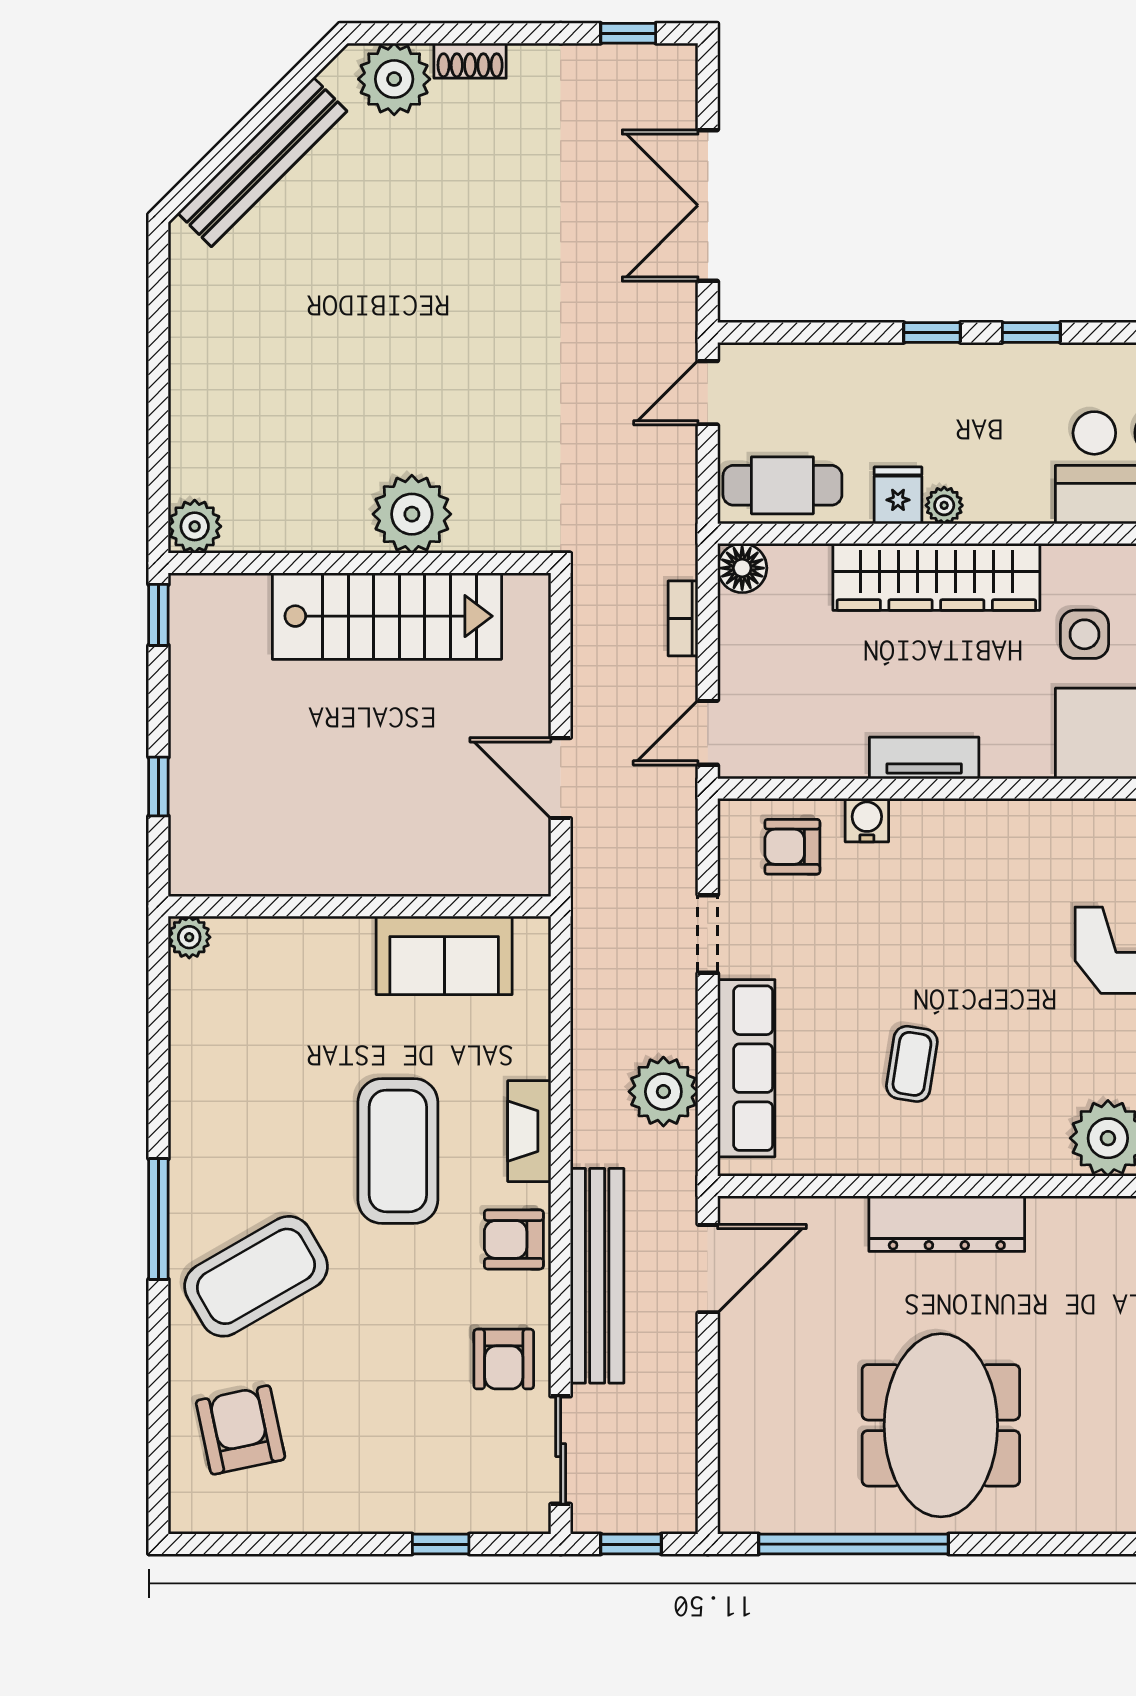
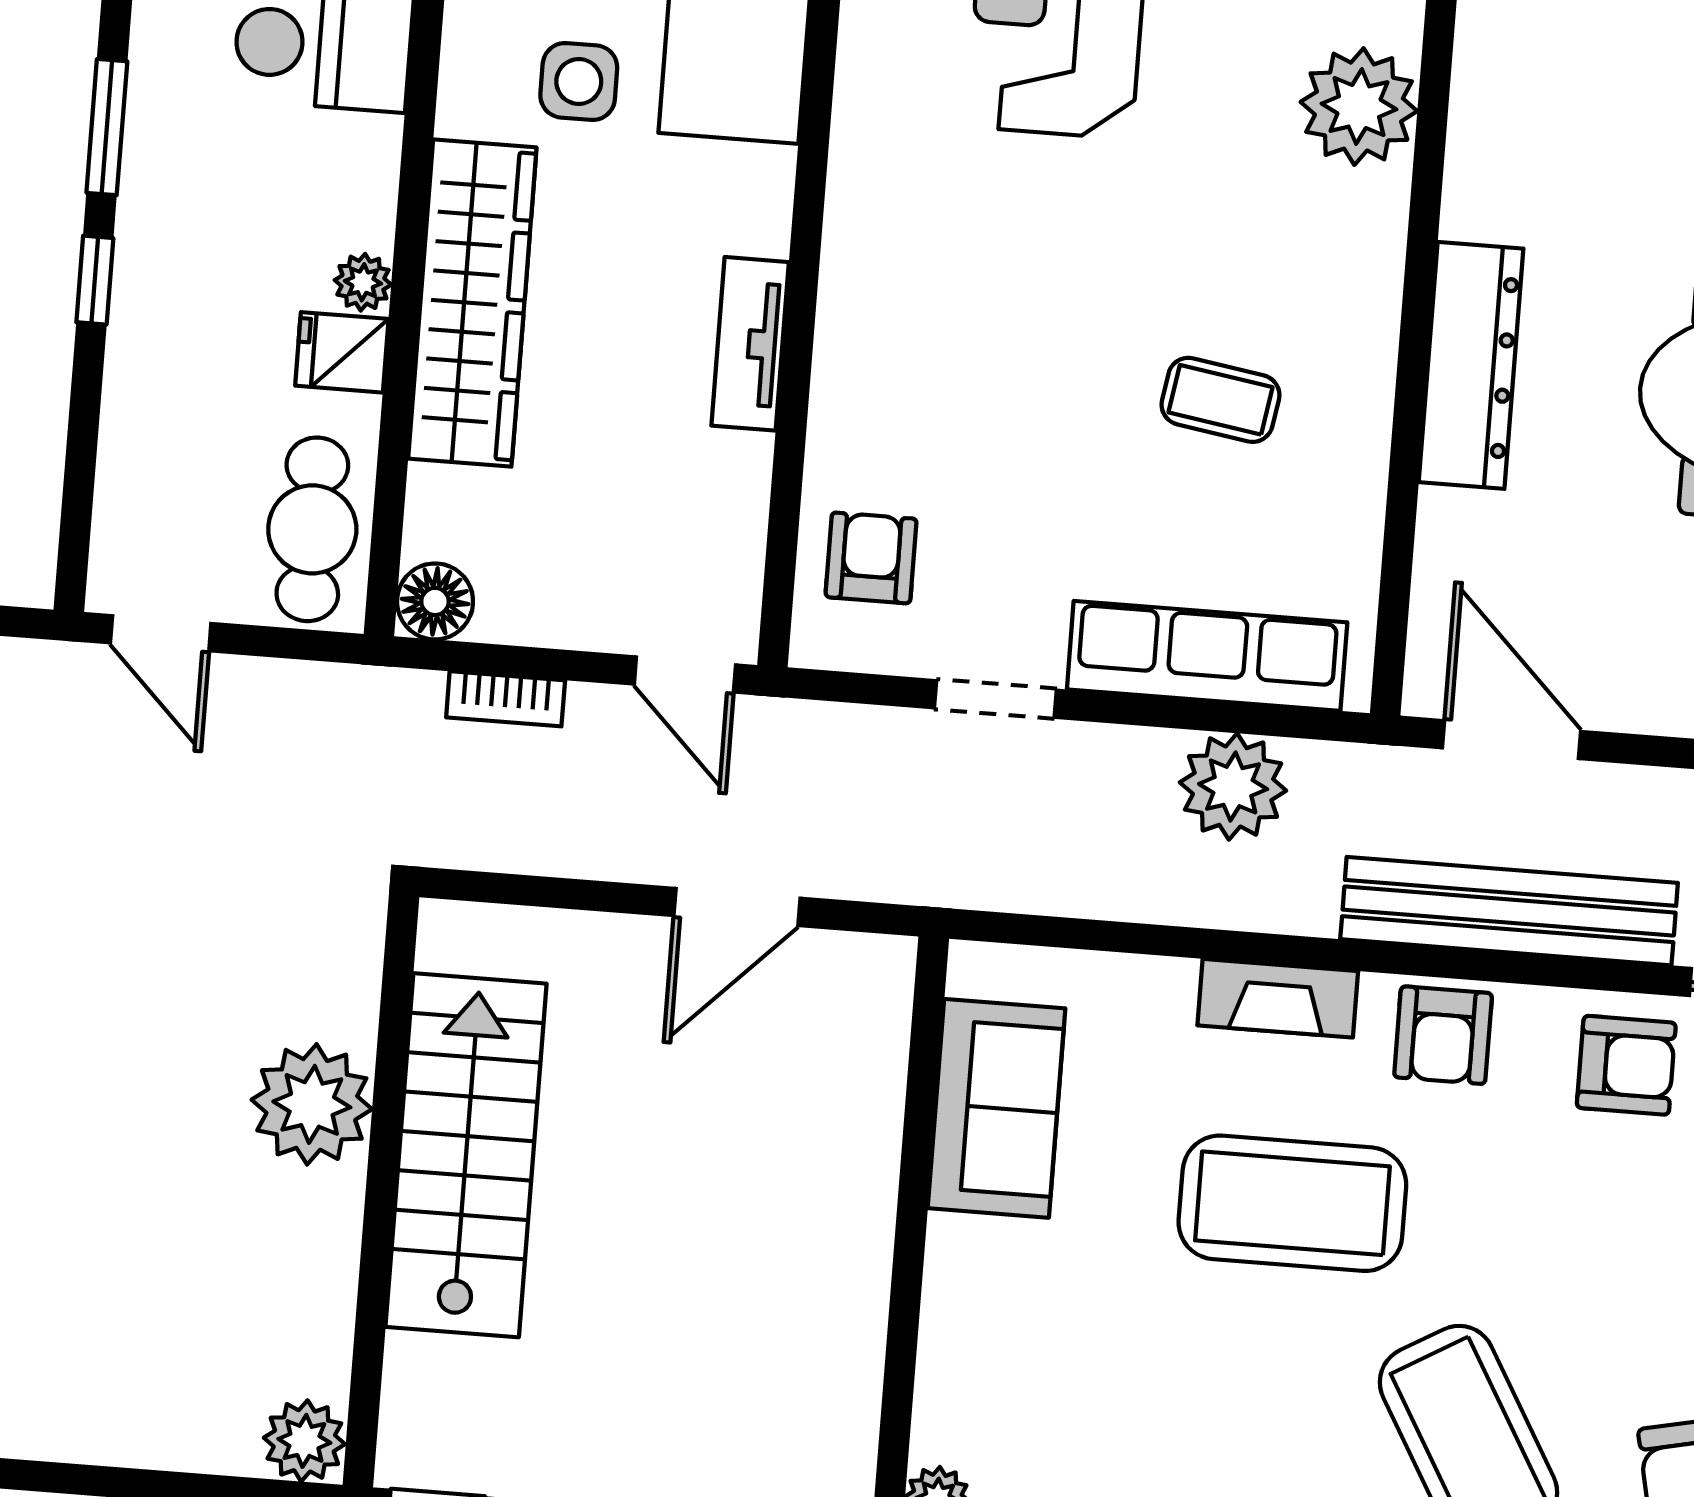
window: (1031, 332) -> (107, 127), width x1.50
water cooler: (867, 820) -> (839, 440), removed
armchair: (792, 847) -> (871, 558), turned 180

